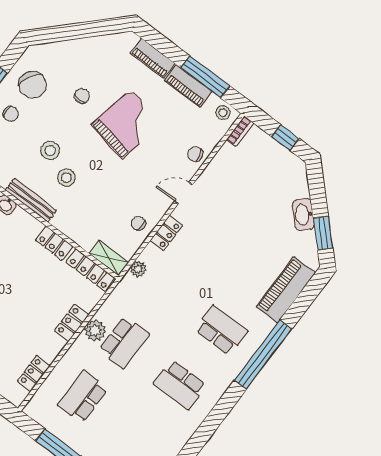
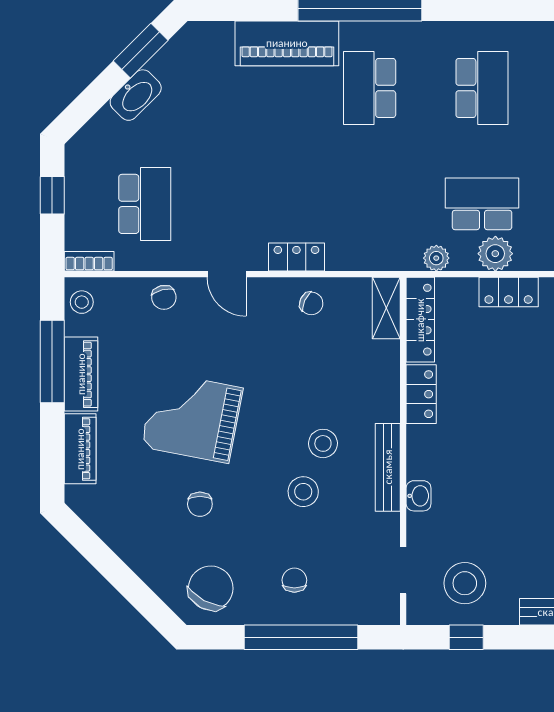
chair: (33, 85) -> (211, 588), moved
chair: (82, 96) -> (200, 504), turned -90
school desk: (247, 179) -> (145, 204), added
chair: (138, 223) -> (311, 303), turned -65
plant: (138, 269) -> (436, 258), moved
piano: (286, 290) -> (287, 43), moved

